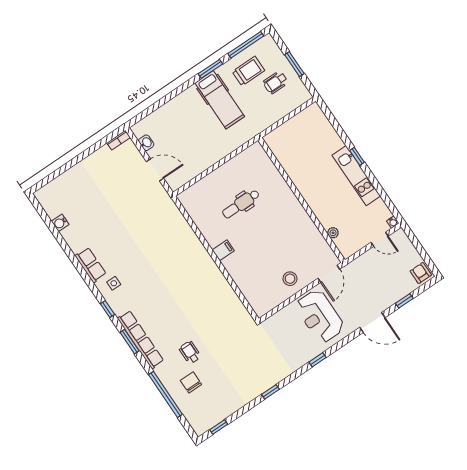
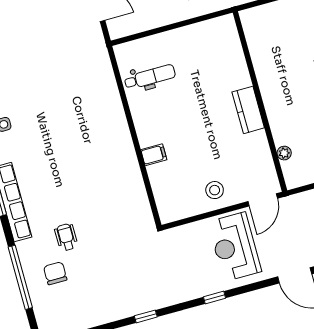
dental chair: (241, 204) -> (150, 77), moved, turned 180
kitchen counter: (295, 209) -> (248, 110), added
filing cabinet: (223, 250) -> (154, 155), moved

